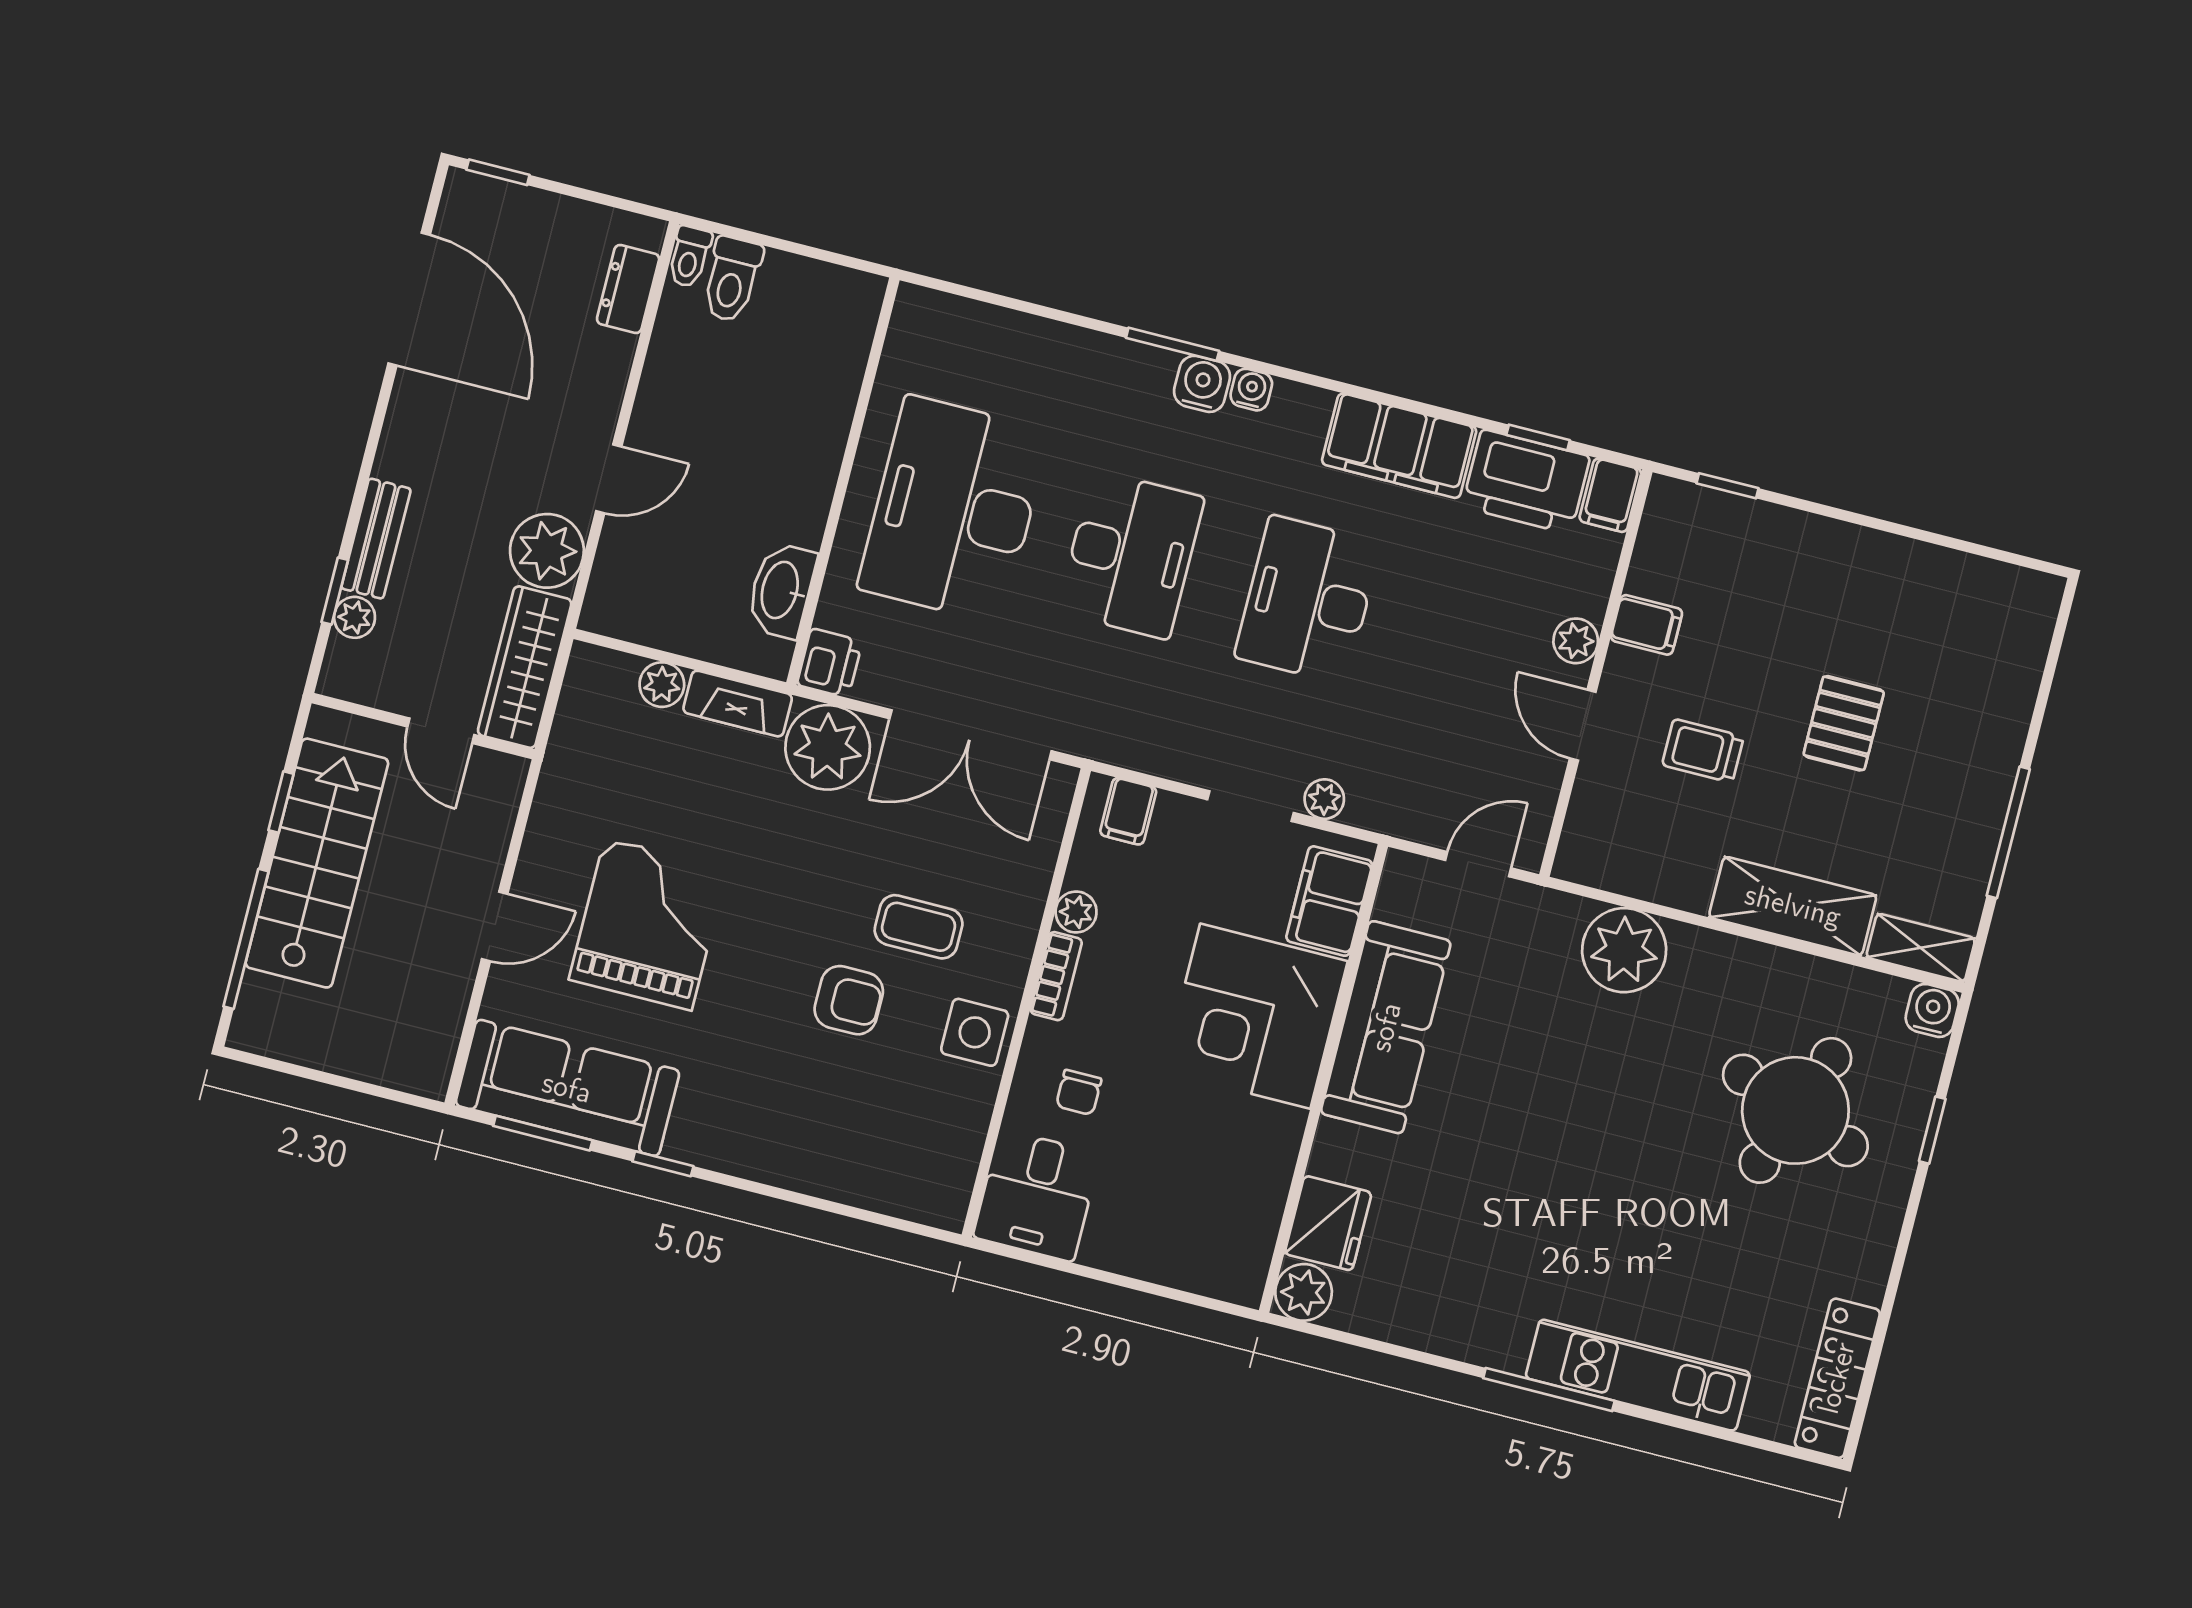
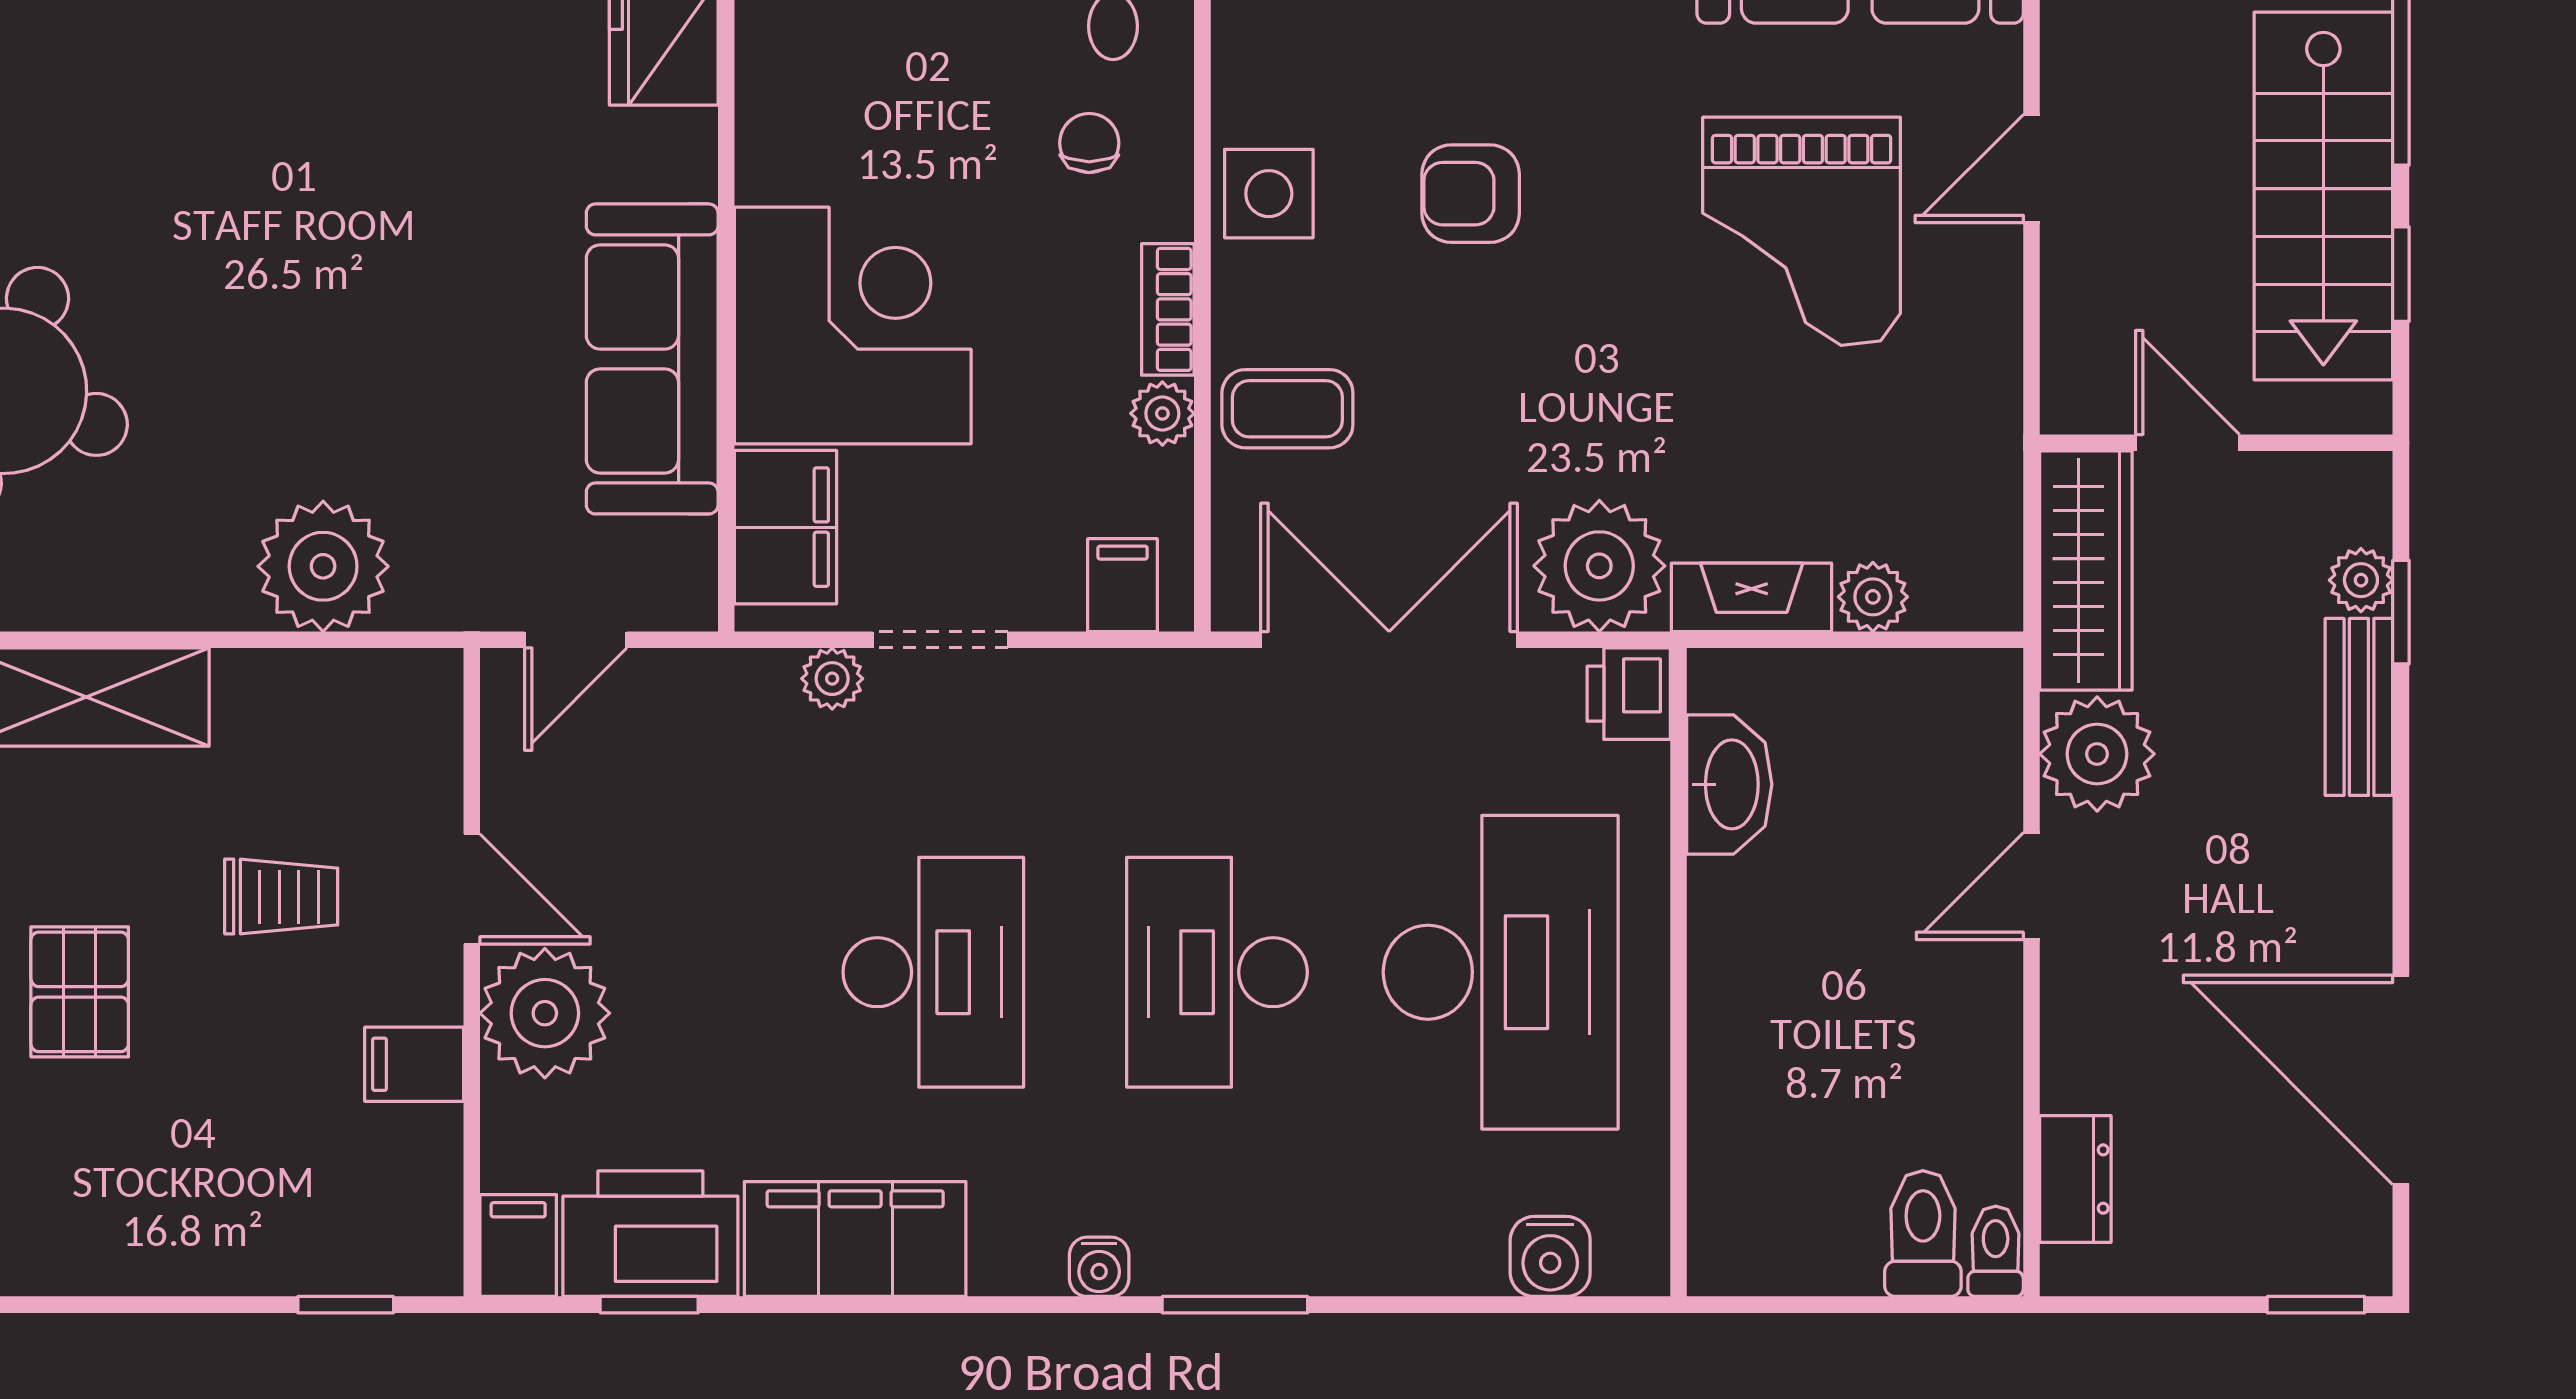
water cooler: (1202, 384) -> (1550, 1256), moved
plant: (1576, 641) -> (545, 1013), width x1.87, depth x1.87
coffee table: (919, 927) -> (1287, 409), moved

